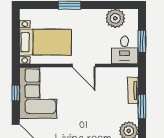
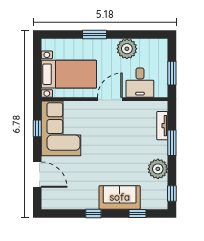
plant: (115, 18) -> (127, 49), moved
desk: (125, 50) -> (140, 83), moved
door: (84, 66) -> (110, 99), swing flipped

